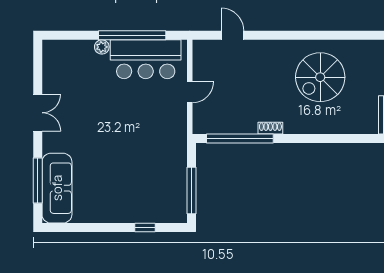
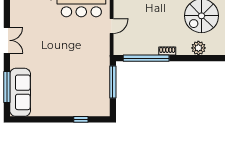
plant: (316, 124) -> (198, 48), added
window: (191, 190) -> (113, 82), moved

